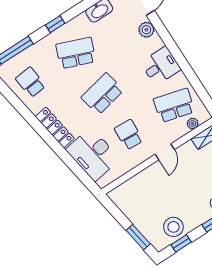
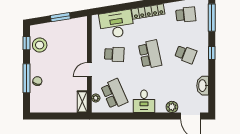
school desk: (76, 53) -> (186, 54), width x0.54
school desk: (174, 105) -> (114, 94), turned -39
door: (165, 152) -> (89, 70), hinge flipped
window: (138, 237) -> (60, 17), moved

